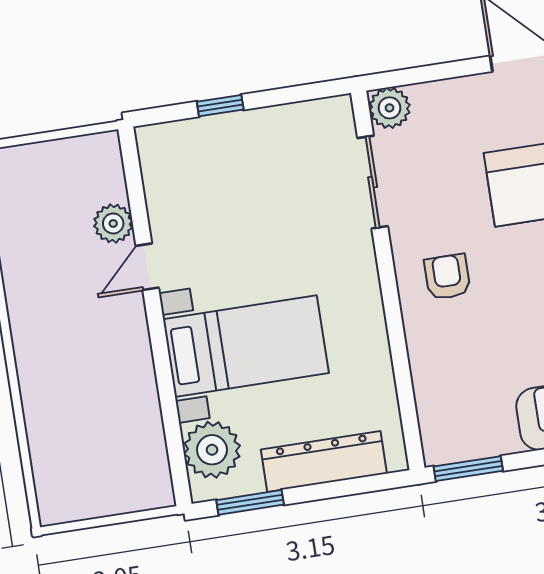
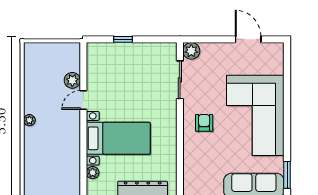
plant: (24, 336) -> (29, 120), added
plant: (212, 450) -> (93, 173), width x0.53, depth x0.53

